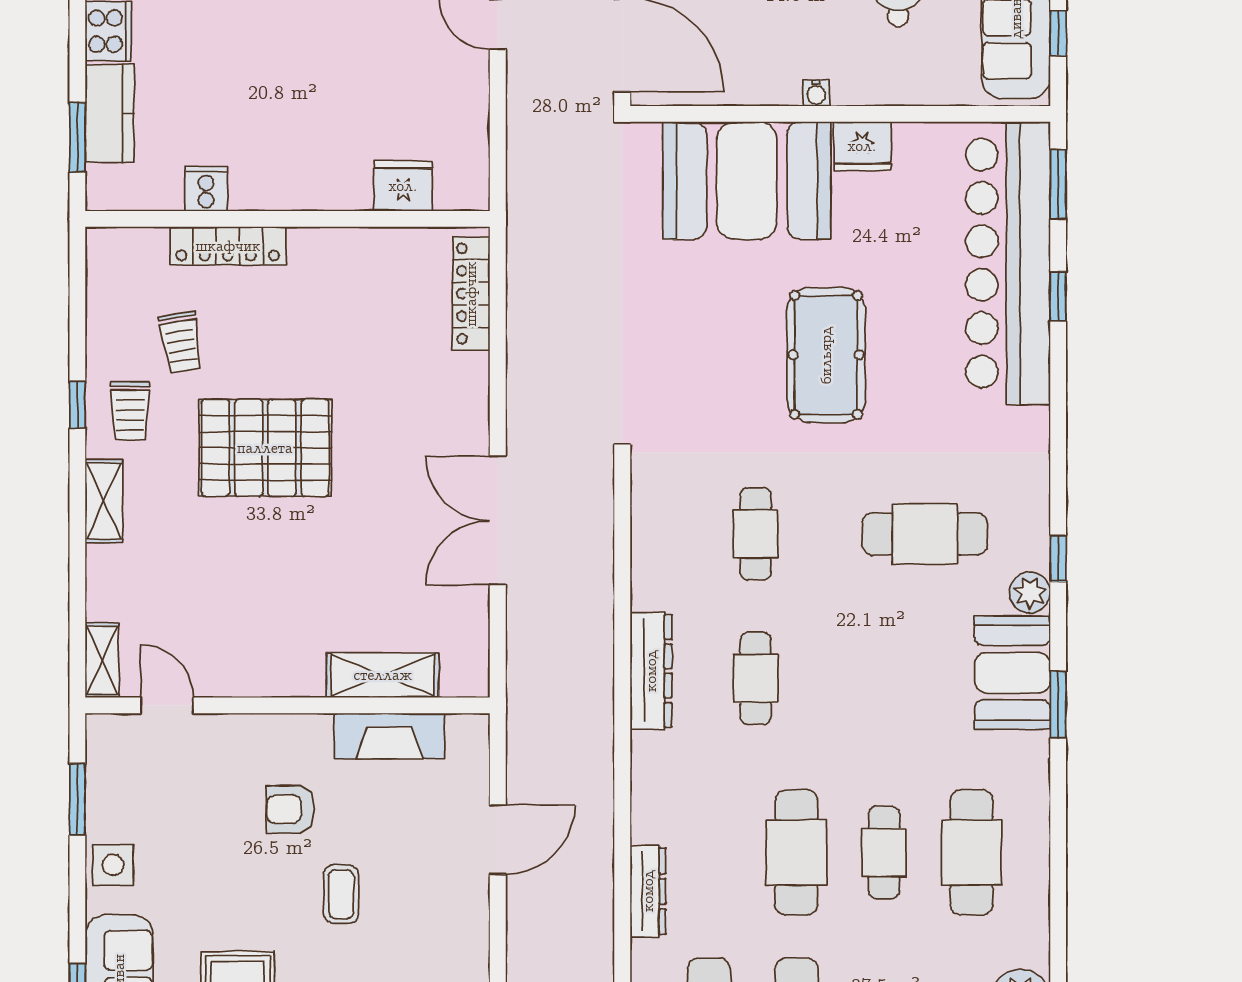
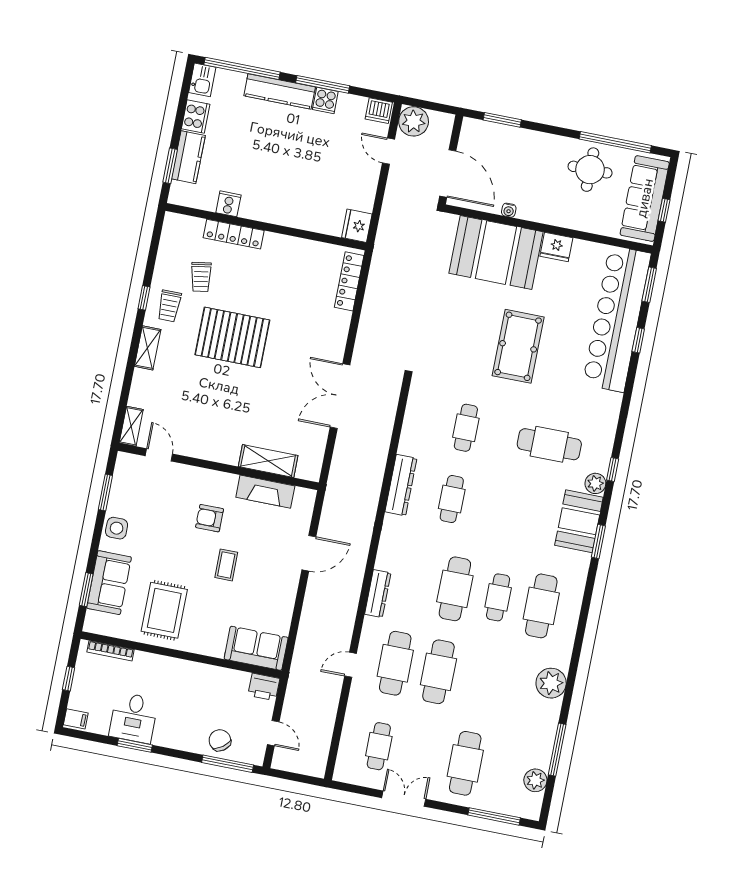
water cooler: (816, 93) -> (509, 210), moved
fridge: (403, 186) -> (357, 226), moved, turned -90

